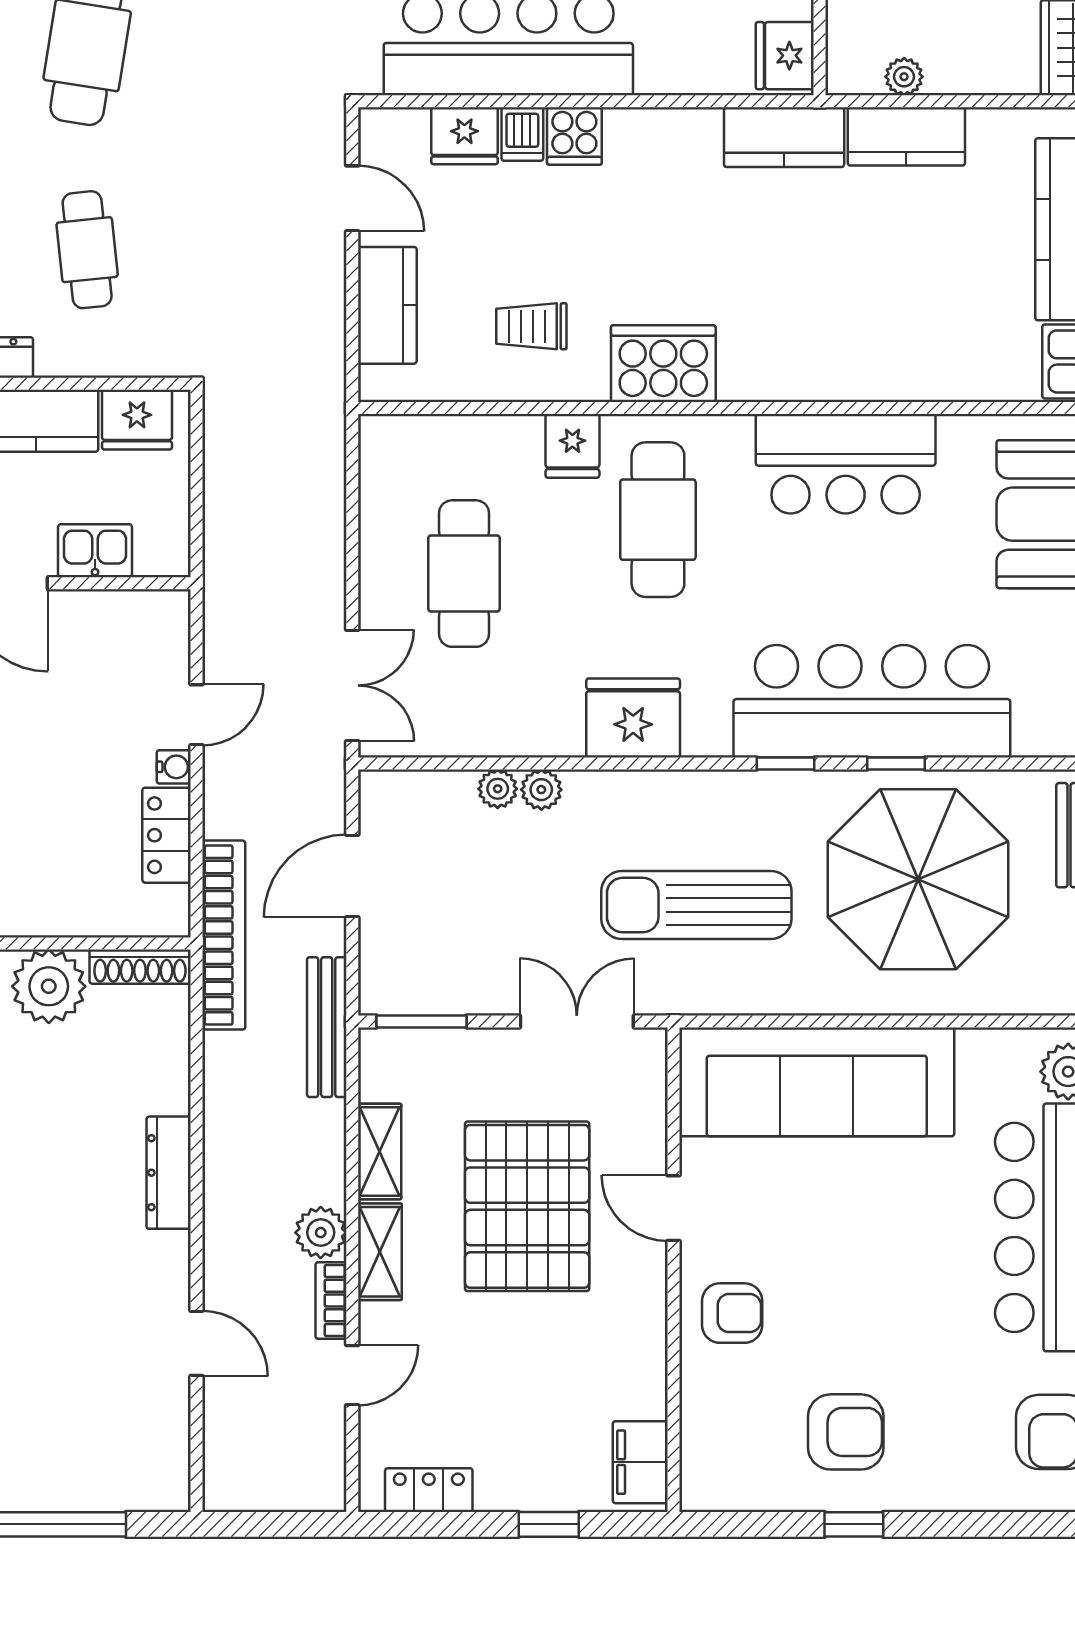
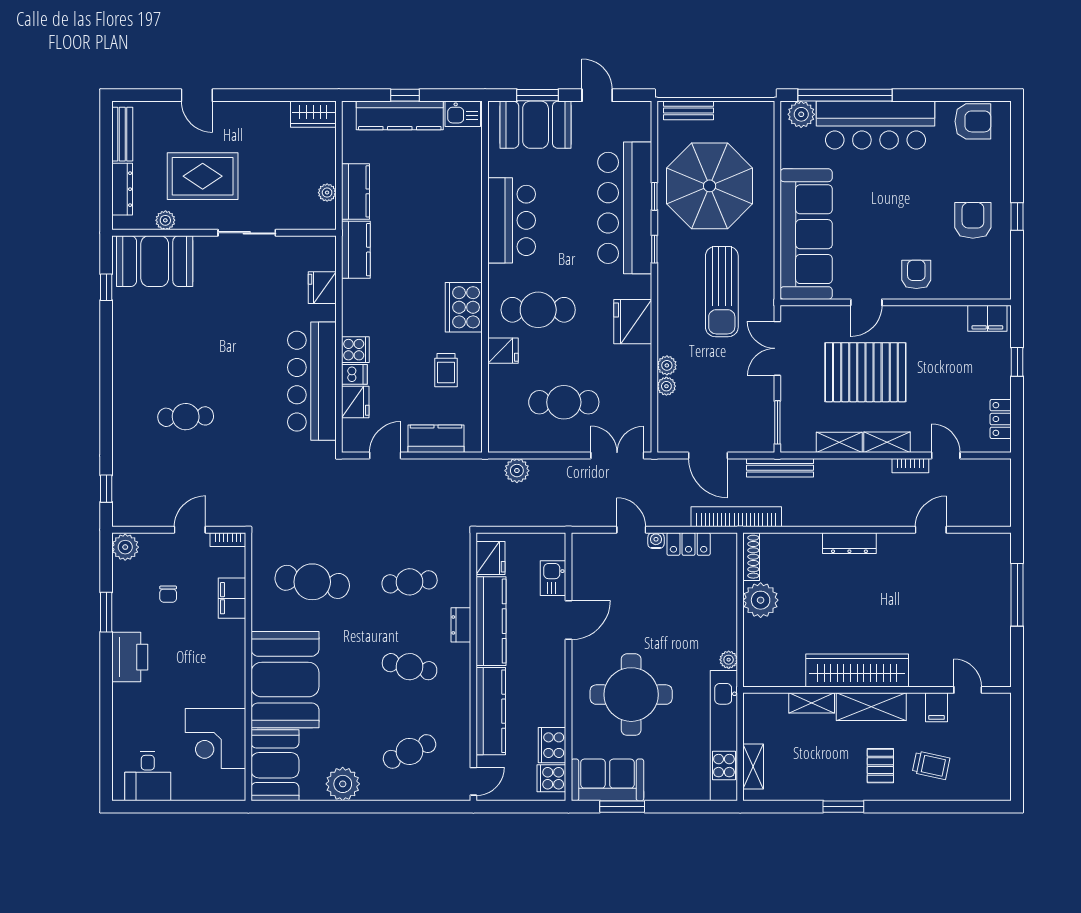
fridge: (785, 56) -> (322, 288), moved, turned 90
plant: (321, 1233) -> (517, 471), moved

